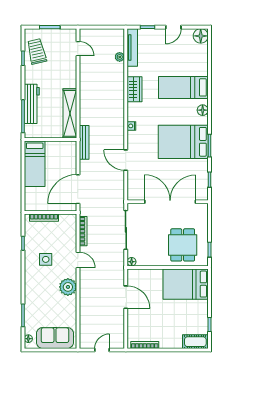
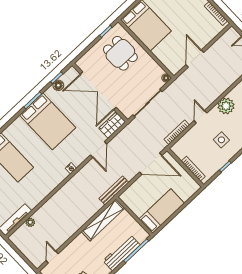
wardrobe: (135, 89) -> (112, 125), moved
floor lamp: (203, 110) -> (58, 85), moved
dining table: (183, 245) -> (120, 53), turned 90

